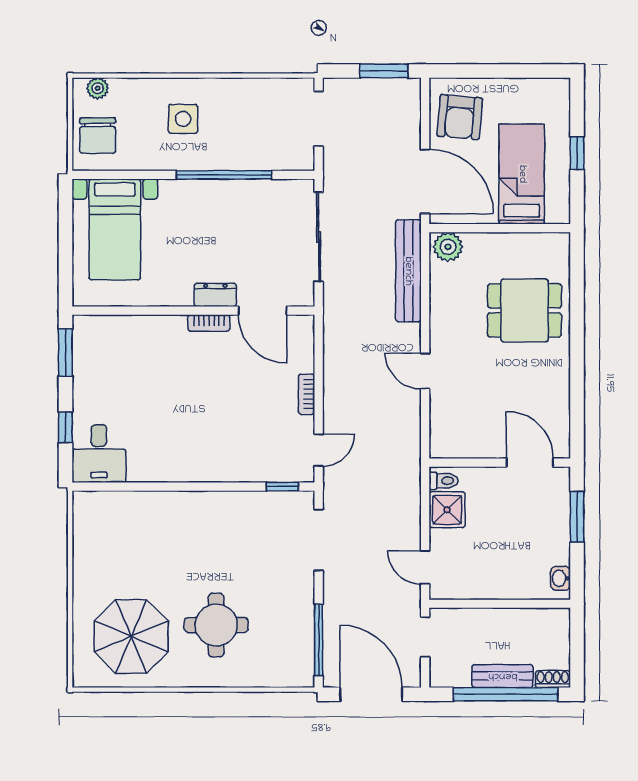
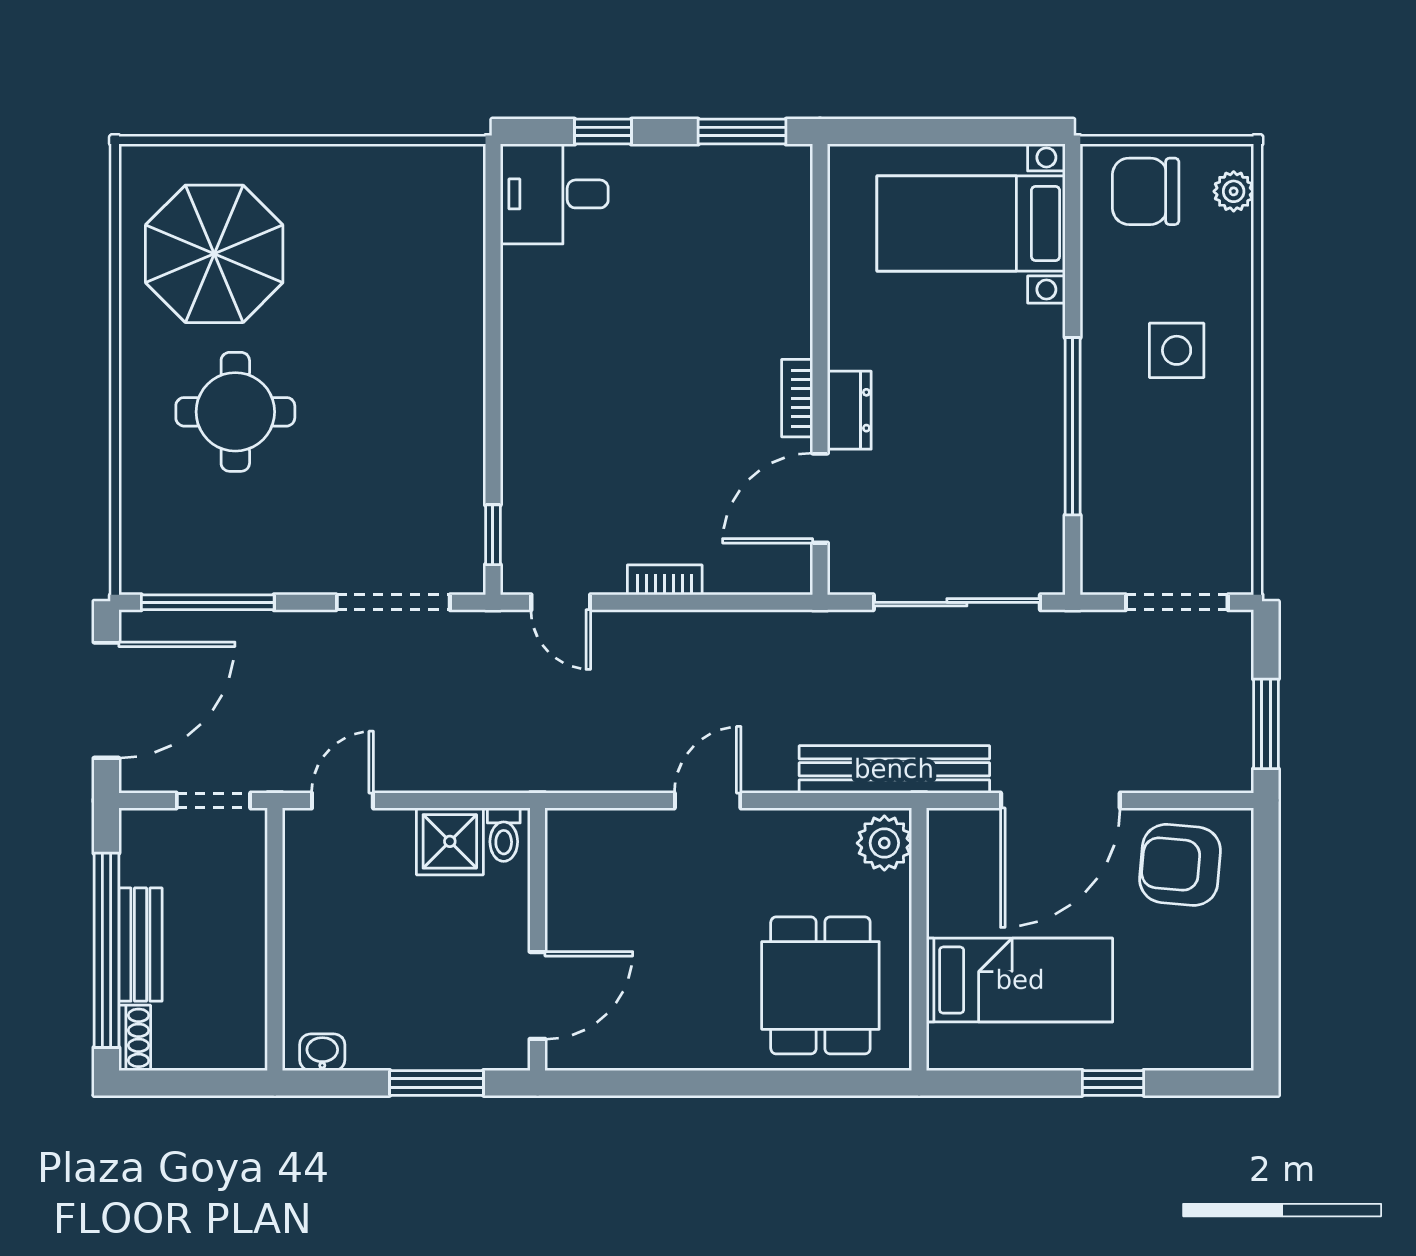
bed: (522, 174) -> (1020, 980), moved
wall: (500, 228) -> (919, 939), moved
plant: (448, 247) -> (884, 843), moved

